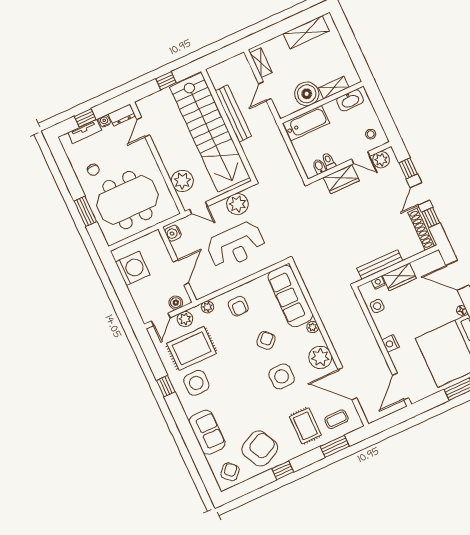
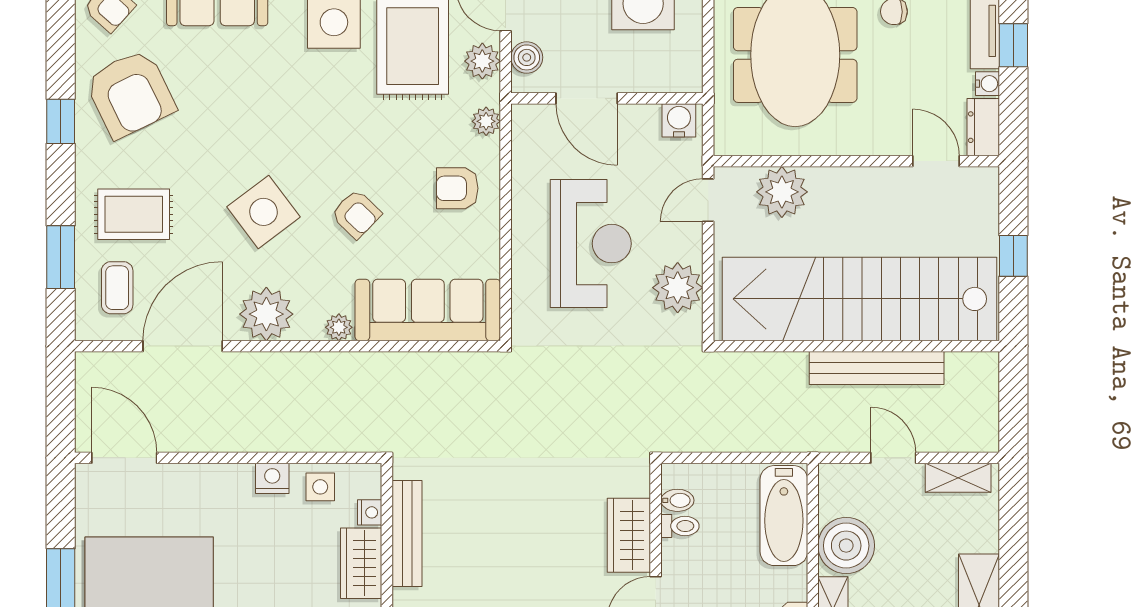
reception desk: (236, 245) -> (591, 244), turned 180
nightstand: (390, 344) -> (272, 478), moved
side table: (282, 376) -> (264, 212), turned -36

